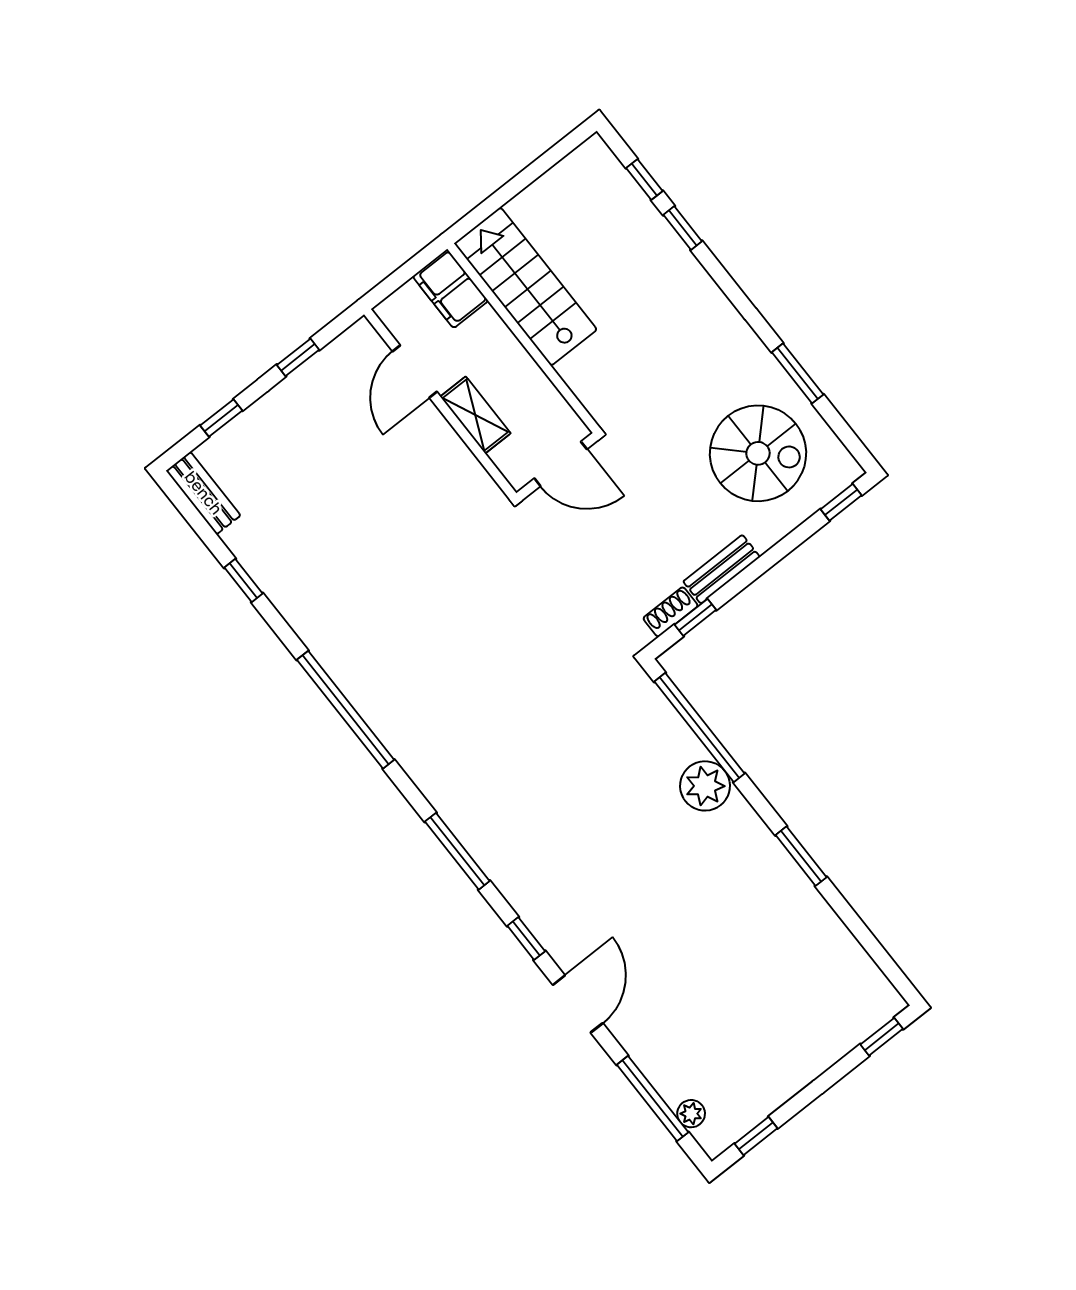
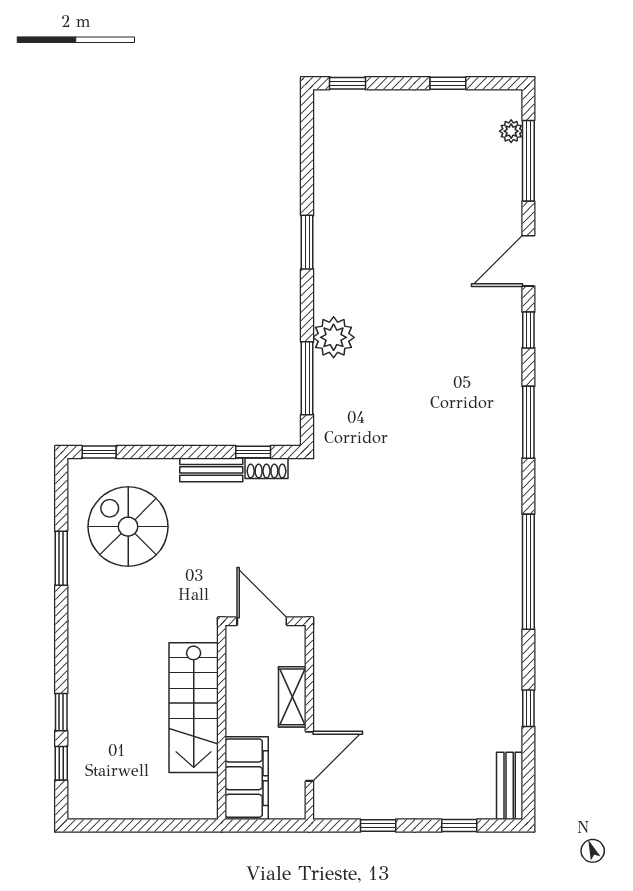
stairs: (526, 287) -> (194, 708), moved
filing cabinet: (450, 289) -> (247, 778), width x1.50, depth x1.17
window: (699, 727) -> (307, 378), width x0.68
window: (756, 1136) -> (448, 83), moved

